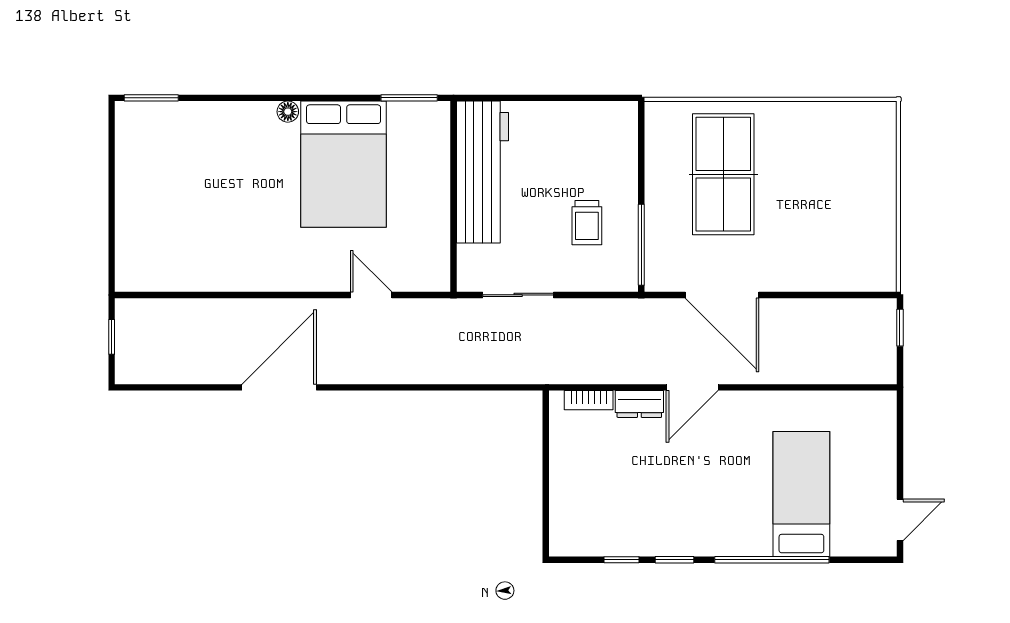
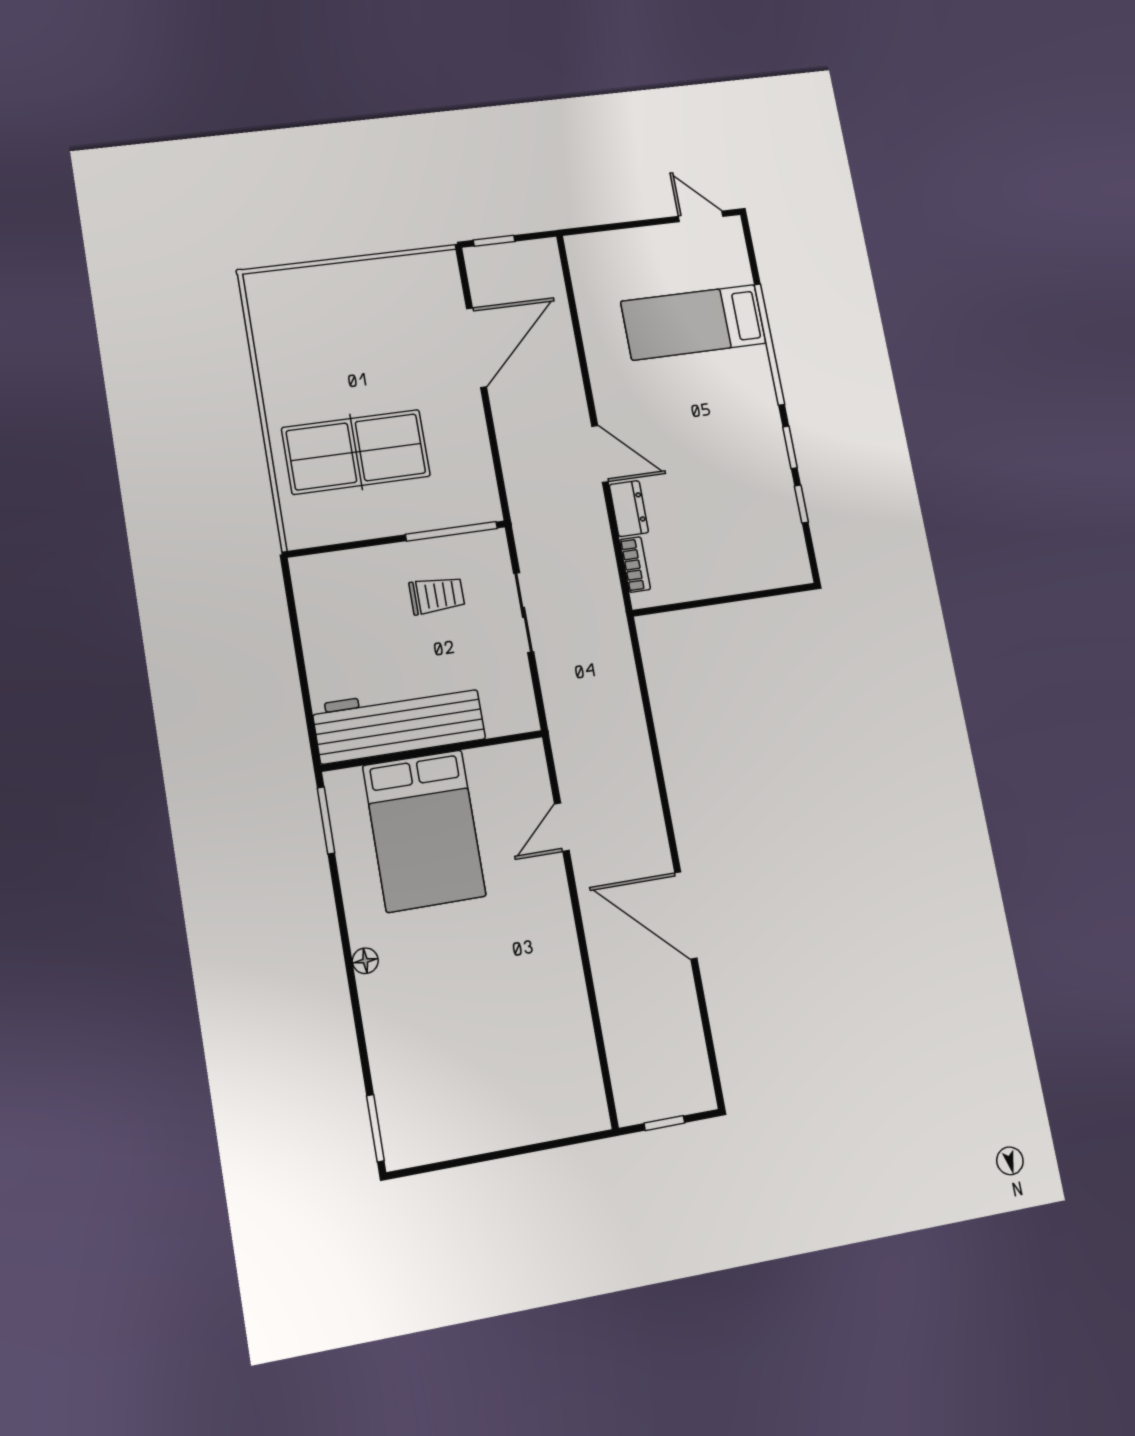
bed: (344, 164) -> (424, 831), moved, turned 90
sliding door: (518, 295) -> (524, 612), moved
door: (722, 295) -> (476, 348), moved

